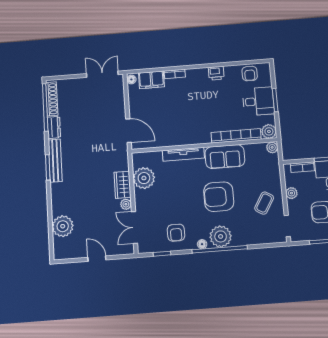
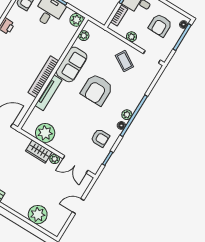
bookcase: (236, 136) -> (43, 77), moved
plant: (272, 147) -> (84, 36), moved
plant: (221, 236) -> (127, 115), width x0.53, depth x0.53

